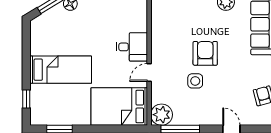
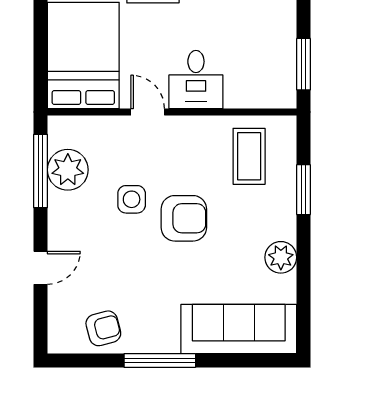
coffee table: (172, 19) -> (249, 156), added
plant: (162, 115) -> (68, 170), moved

